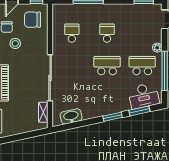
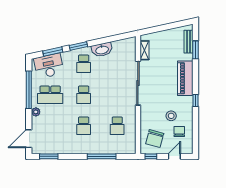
chair: (33, 20) -> (155, 139), turned 105
school desk: (107, 66) -> (84, 95), width x0.54
school desk: (107, 98) -> (84, 64), added
washbasin: (71, 116) -> (102, 50), moved

